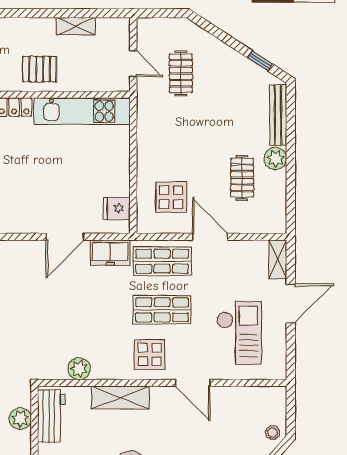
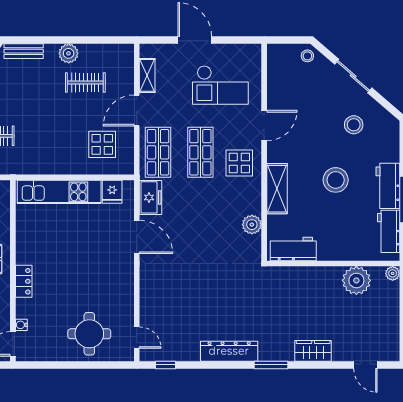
kitchen unit: (82, 111) -> (59, 192), moved, turned 90
bench: (278, 115) -> (24, 51), width x0.73
shelving: (278, 259) -> (147, 75), moved, turned 90
checkout: (239, 333) -> (220, 85), turned 180
plant: (20, 419) -> (295, 276), removed

